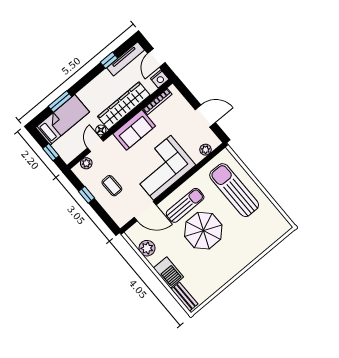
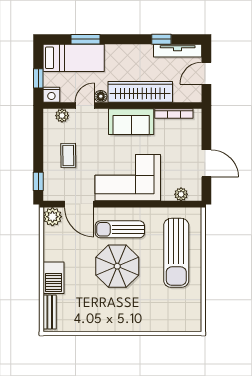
nightstand: (160, 79) -> (51, 95), moved
sun lounger: (234, 190) -> (176, 253), turned 180
window: (86, 195) -> (38, 181), moved
sun lounger: (185, 205) -> (120, 229), turned 180
plant: (147, 248) -> (52, 217), moved

